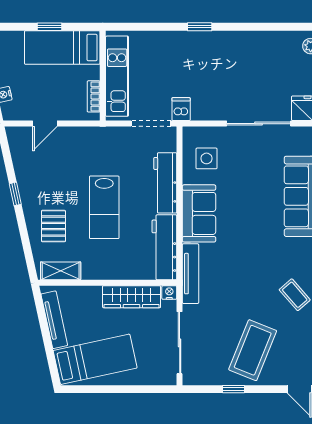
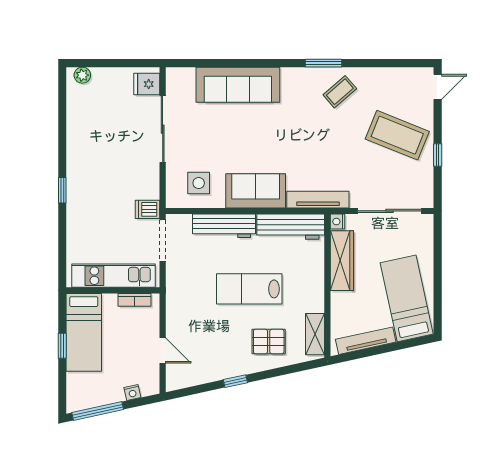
lab bench: (104, 207) -> (249, 289), turned 180

